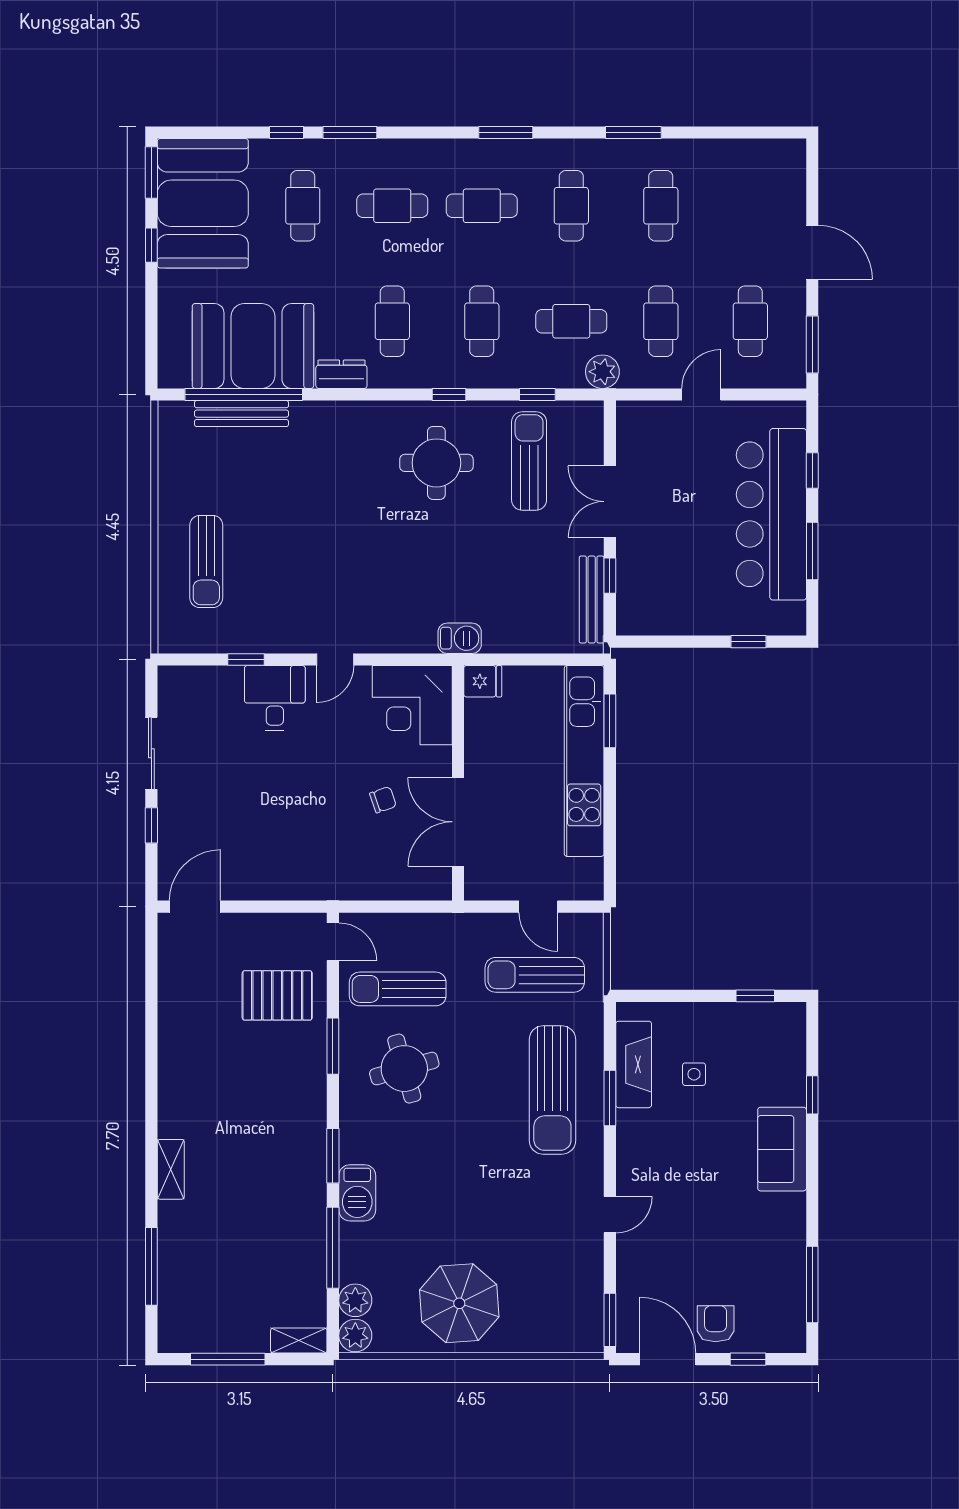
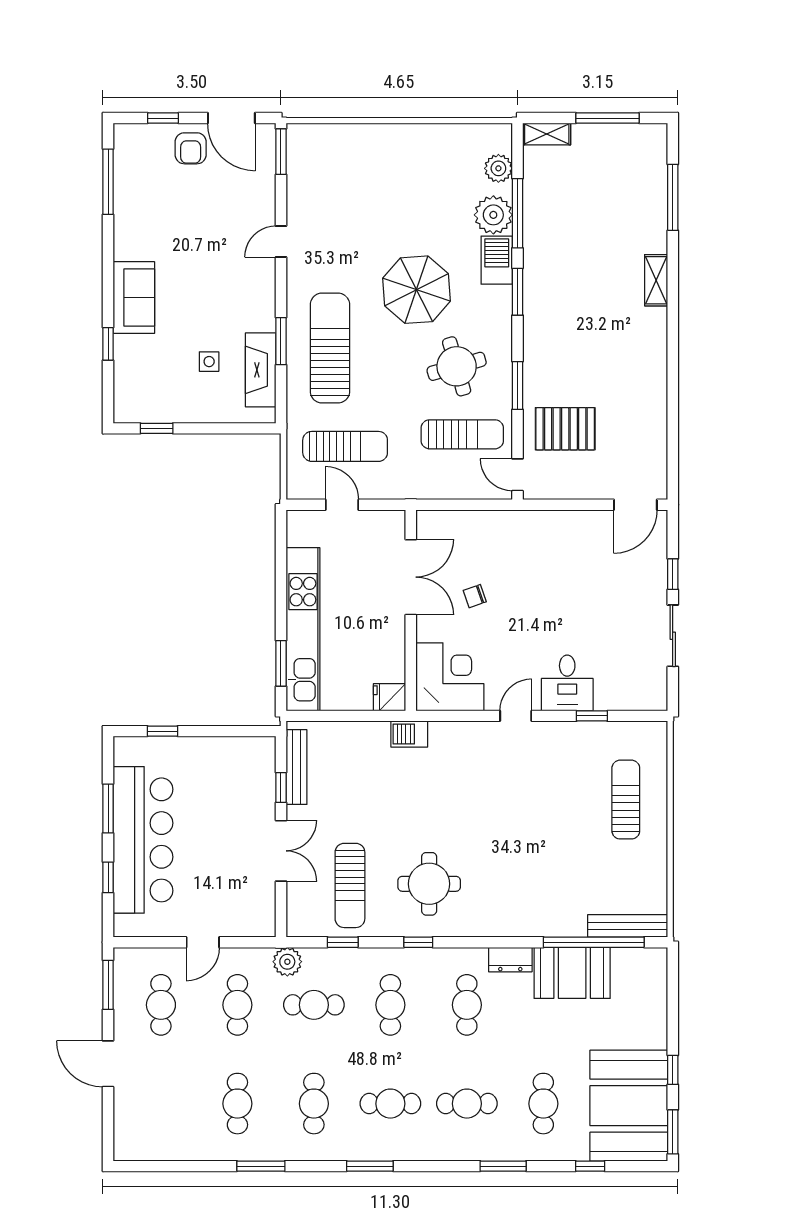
window: (287, 132) -> (590, 1166), moved
booth: (253, 346) -> (572, 973), width x0.73, depth x0.70
bench: (241, 414) -> (628, 926), moved
parasol: (459, 1303) -> (416, 290), moved
plant: (355, 1336) -> (493, 215), moved, width x1.36, depth x1.36

